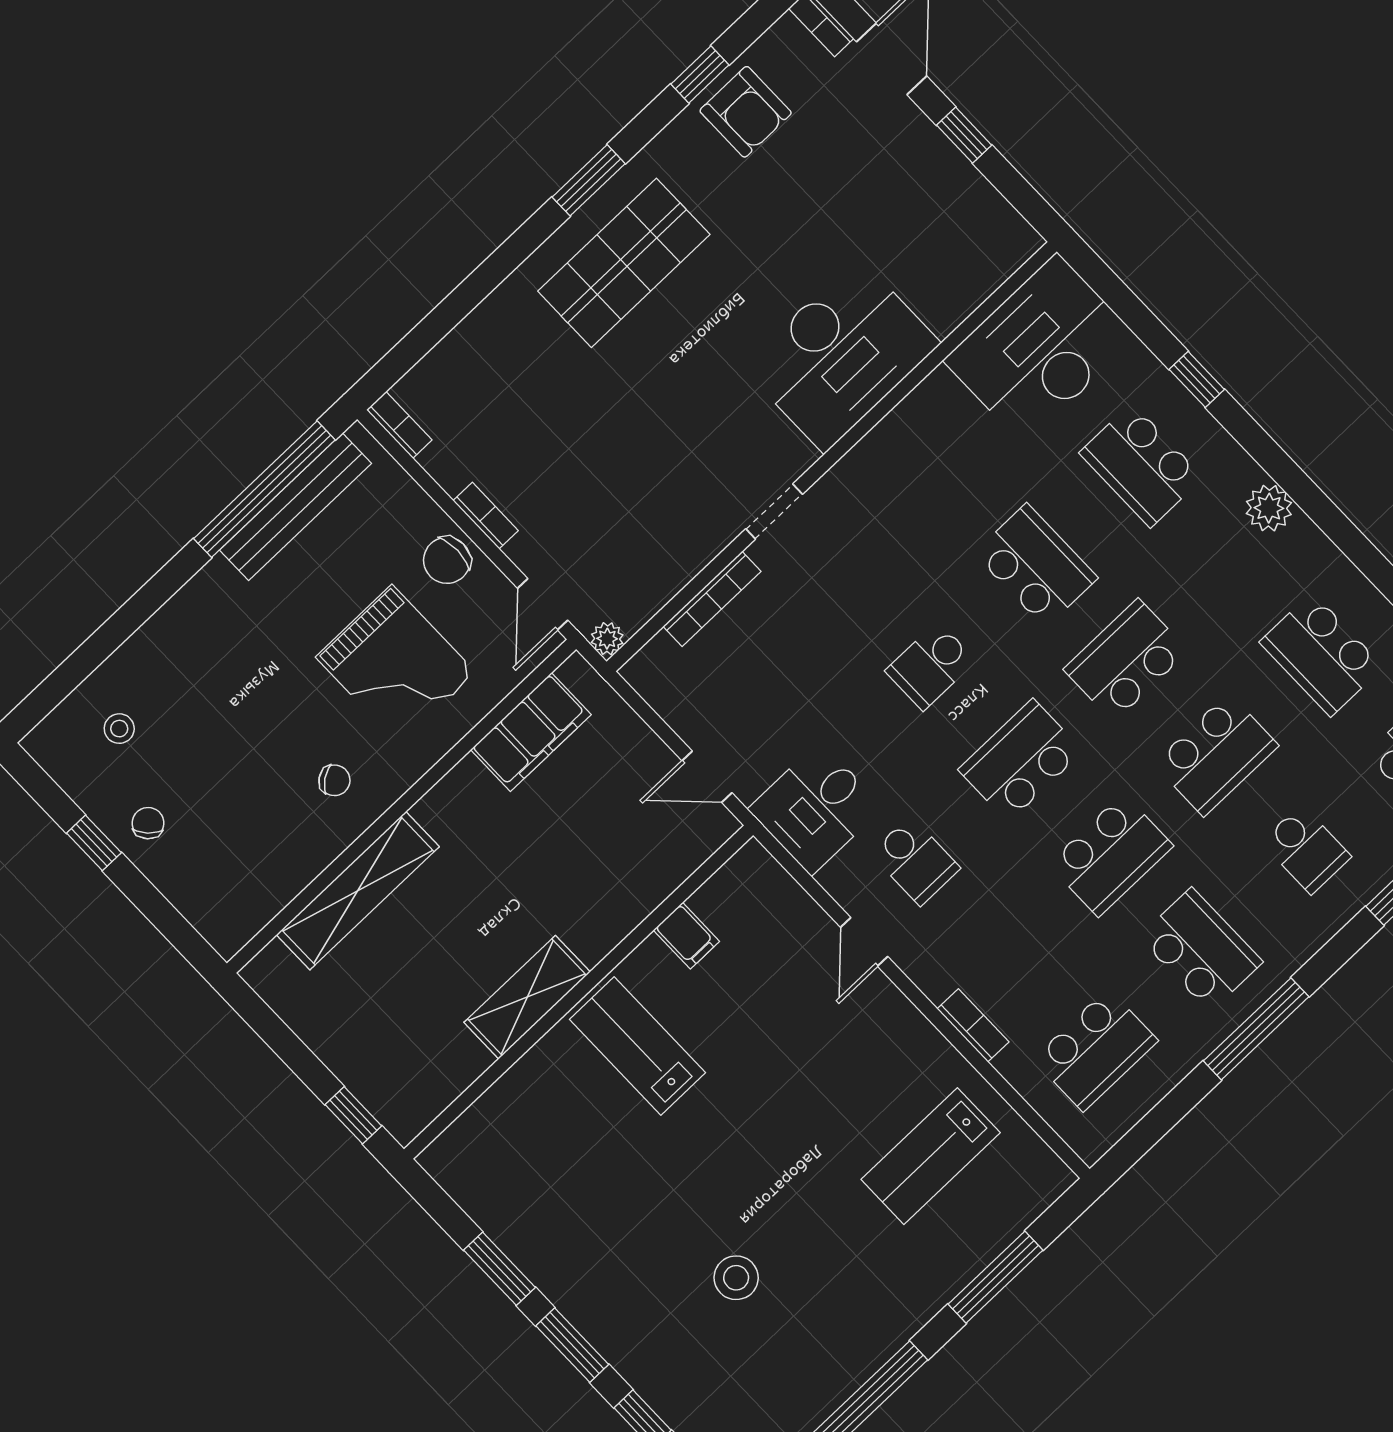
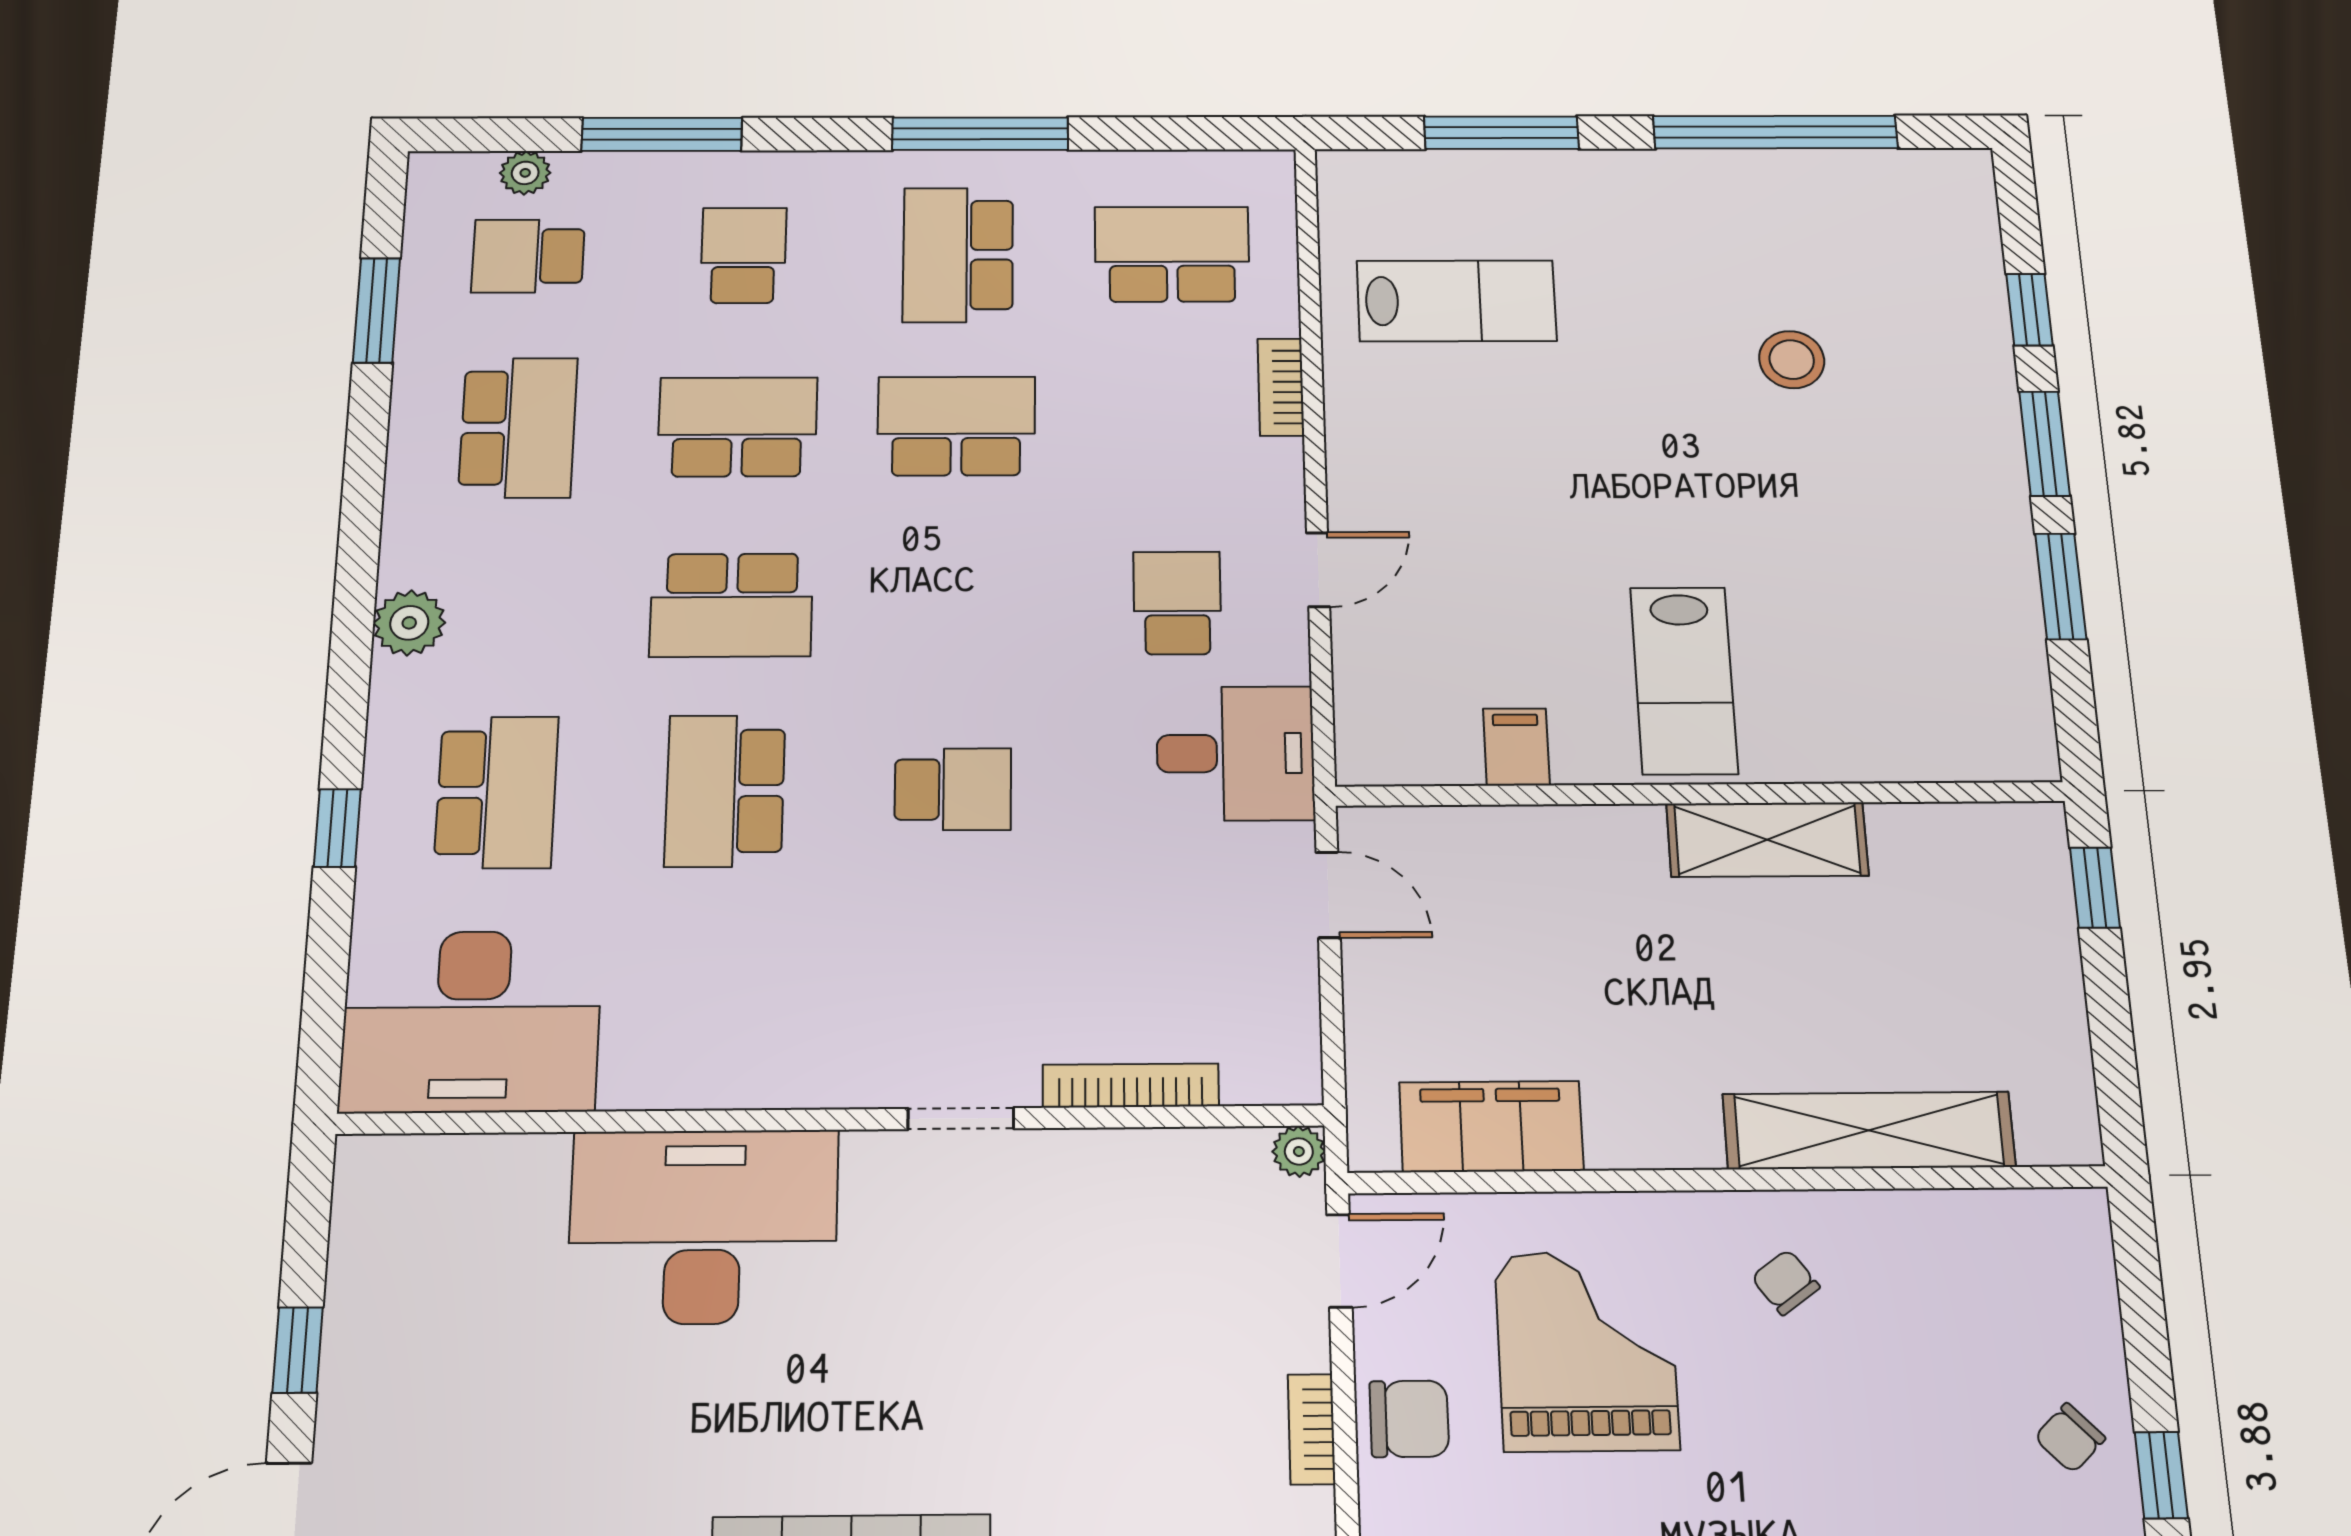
school desk: (1021, 760) -> (955, 604), removed

